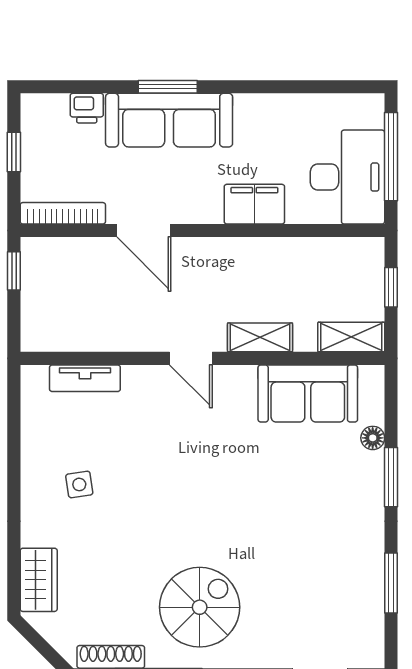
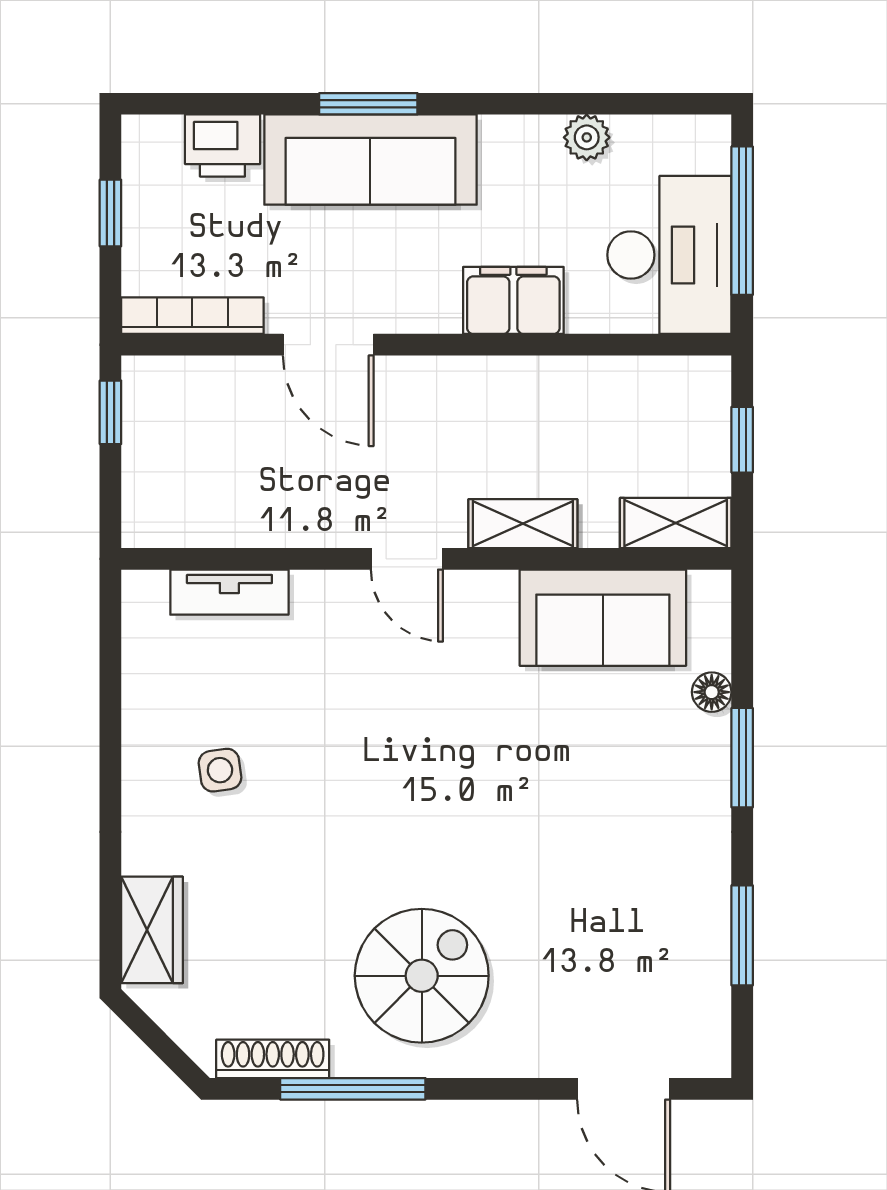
plant: (298, 107) -> (587, 137), added
printer: (87, 108) -> (222, 146), width x1.36, depth x1.24

